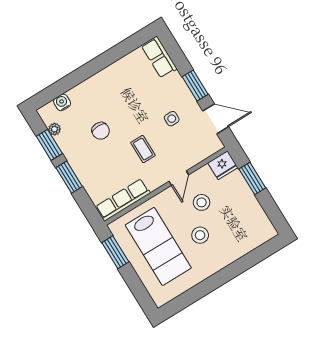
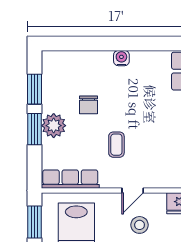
water cooler: (62, 102) -> (121, 58), moved
side table: (172, 119) -> (159, 133), removed
plant: (55, 129) -> (54, 126), moved, width x1.88, depth x1.88

